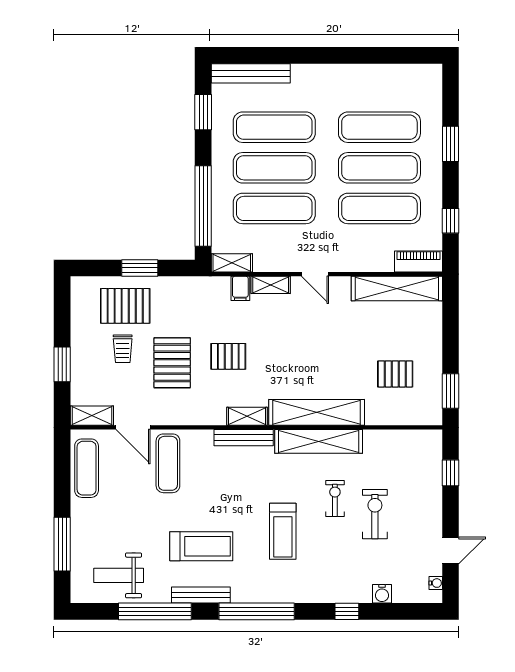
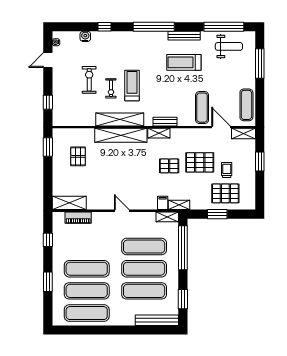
exercise mat: (379, 208) -> (87, 313), moved
piano: (419, 261) -> (78, 218), moved
shelving: (271, 285) -> (179, 205), moved
shelving: (397, 289) -> (69, 203), width x0.68
pallet: (172, 363) -> (200, 162), turned 90
pallet: (395, 374) -> (78, 156), turned 90
bench: (244, 438) -> (165, 122), width x0.73
exercise bike: (375, 514) -> (89, 80), turned 180
treadmill: (283, 531) -> (132, 85), moved
window: (155, 611) -> (224, 27), moved

